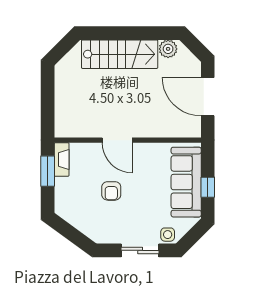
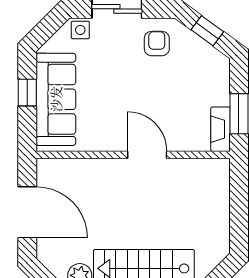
armchair: (111, 191) -> (157, 44), moved
window: (72, 234) -> (207, 31), added

